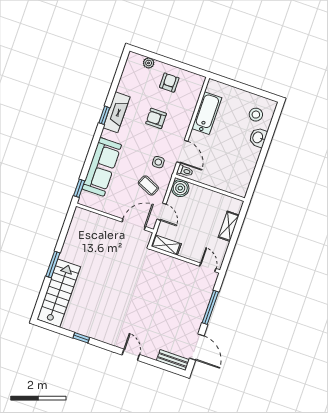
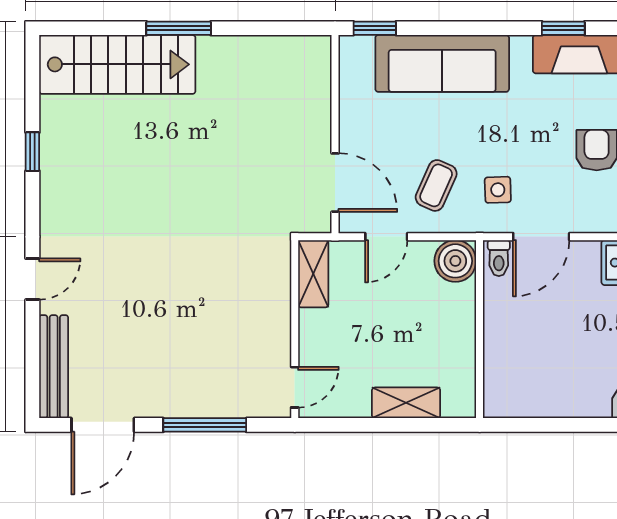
bench: (173, 360) -> (54, 367), width x1.36

